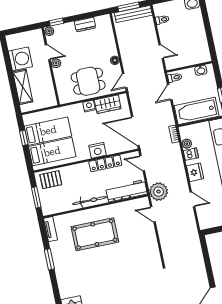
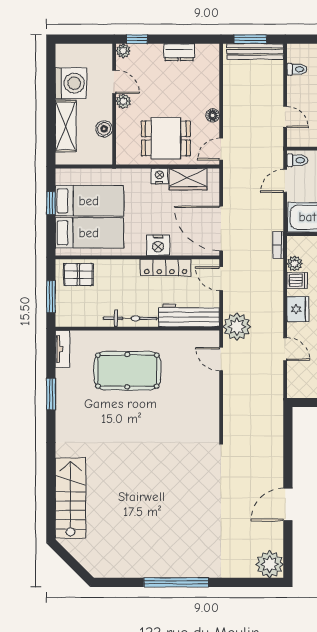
boiler: (48, 83) -> (104, 129), added

